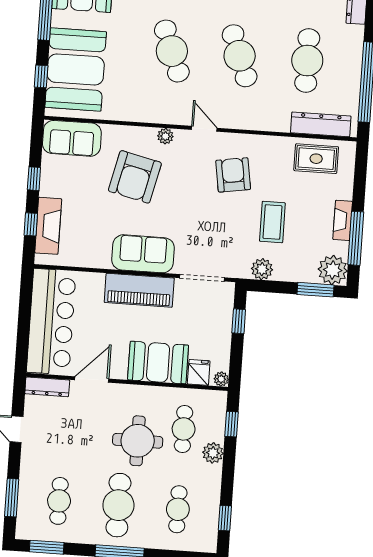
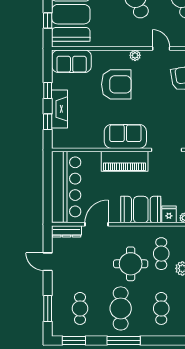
armchair: (135, 177) -> (116, 84), turned -103
fireplace: (48, 226) -> (60, 109), moved

